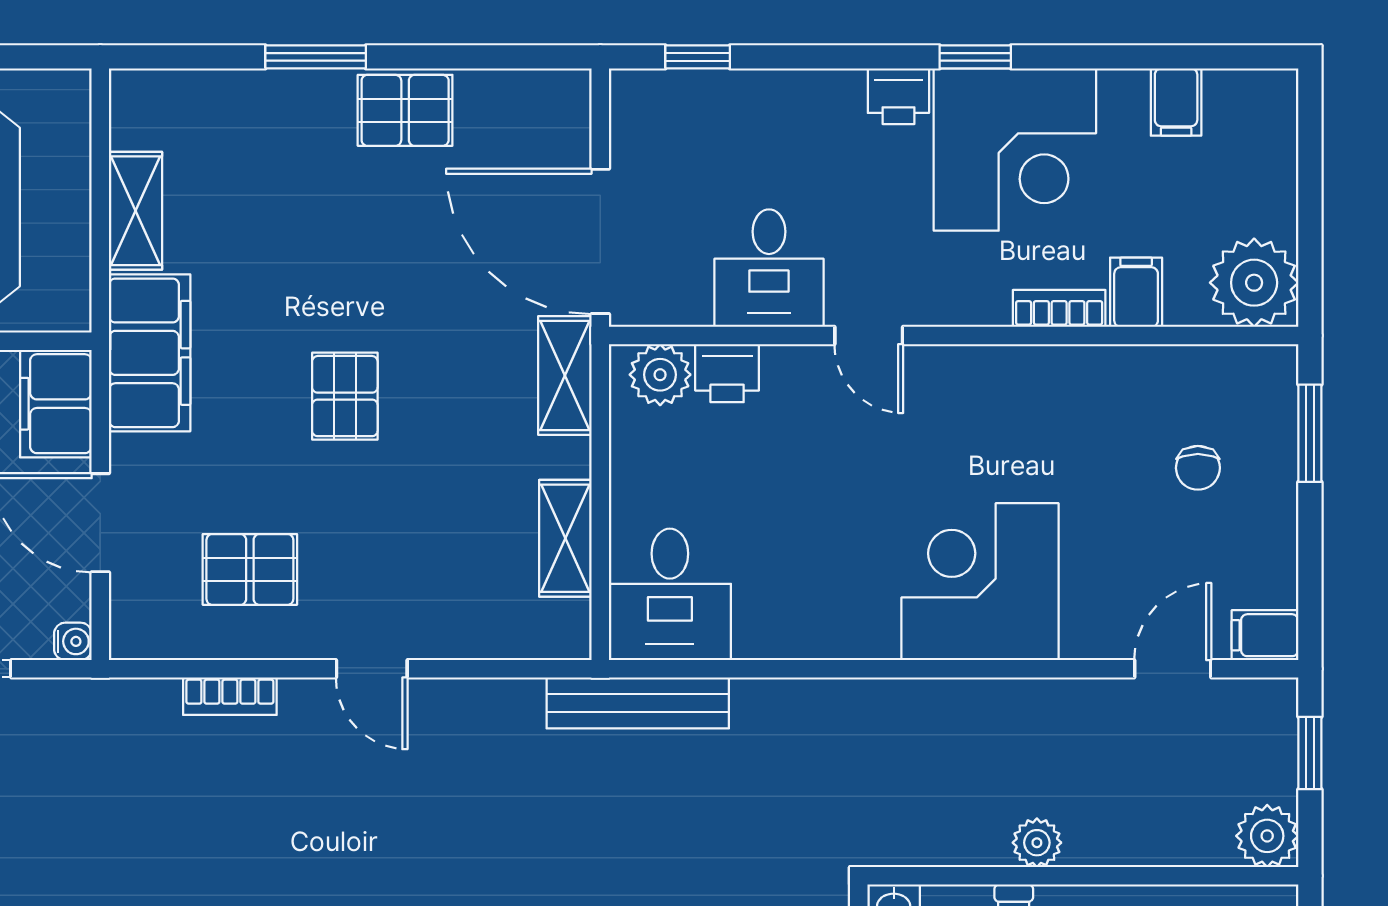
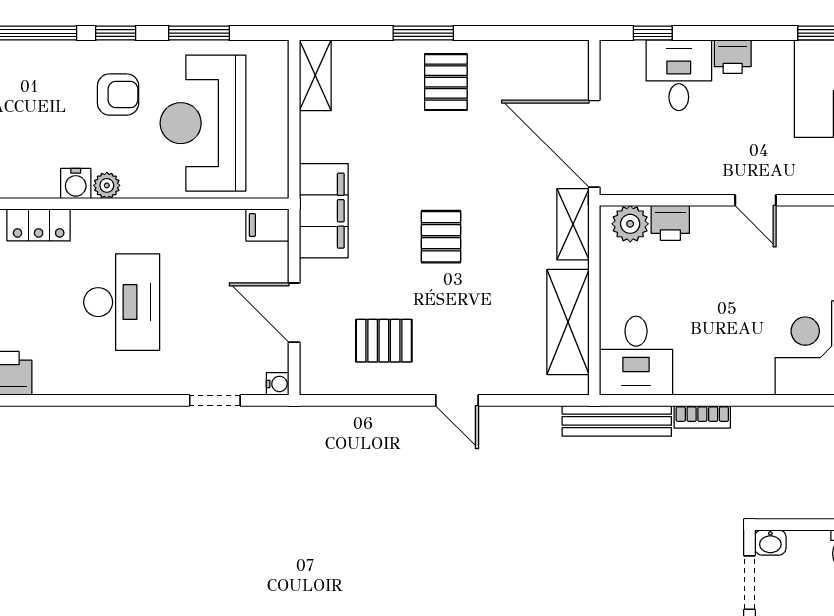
printer: (898, 96) -> (733, 57), moved
pallet: (405, 110) -> (446, 82), moved, turned 90
shelving: (135, 211) -> (315, 75), moved
desk: (769, 268) -> (679, 75), moved, turned 180
filing cabinet: (56, 404) -> (267, 225), width x0.50
shelving: (565, 538) -> (568, 322), width x1.50, depth x1.33
bookcase: (230, 696) -> (702, 417), moved

